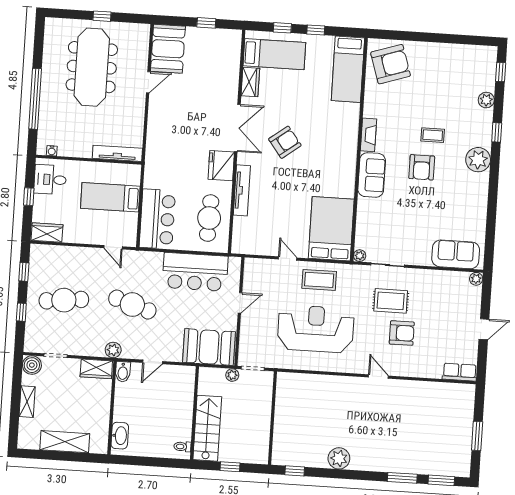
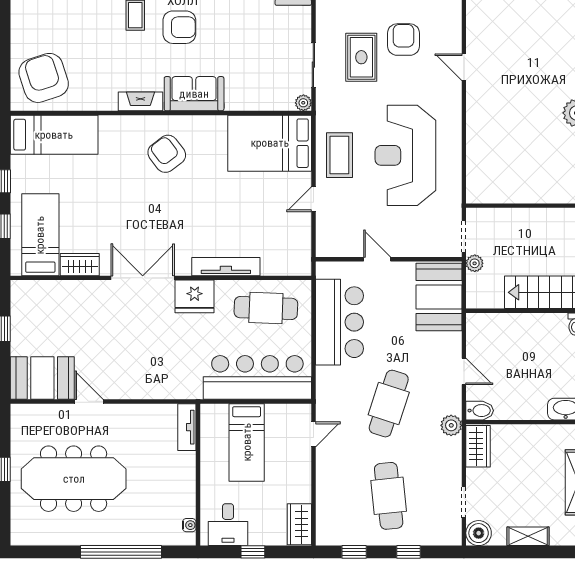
armchair: (285, 142) -> (167, 154), moved
tv unit: (117, 153) -> (187, 427), width x0.71
bar counter: (157, 219) -> (257, 377), width x1.36
door: (378, 377) -> (464, 67), hinge flipped

